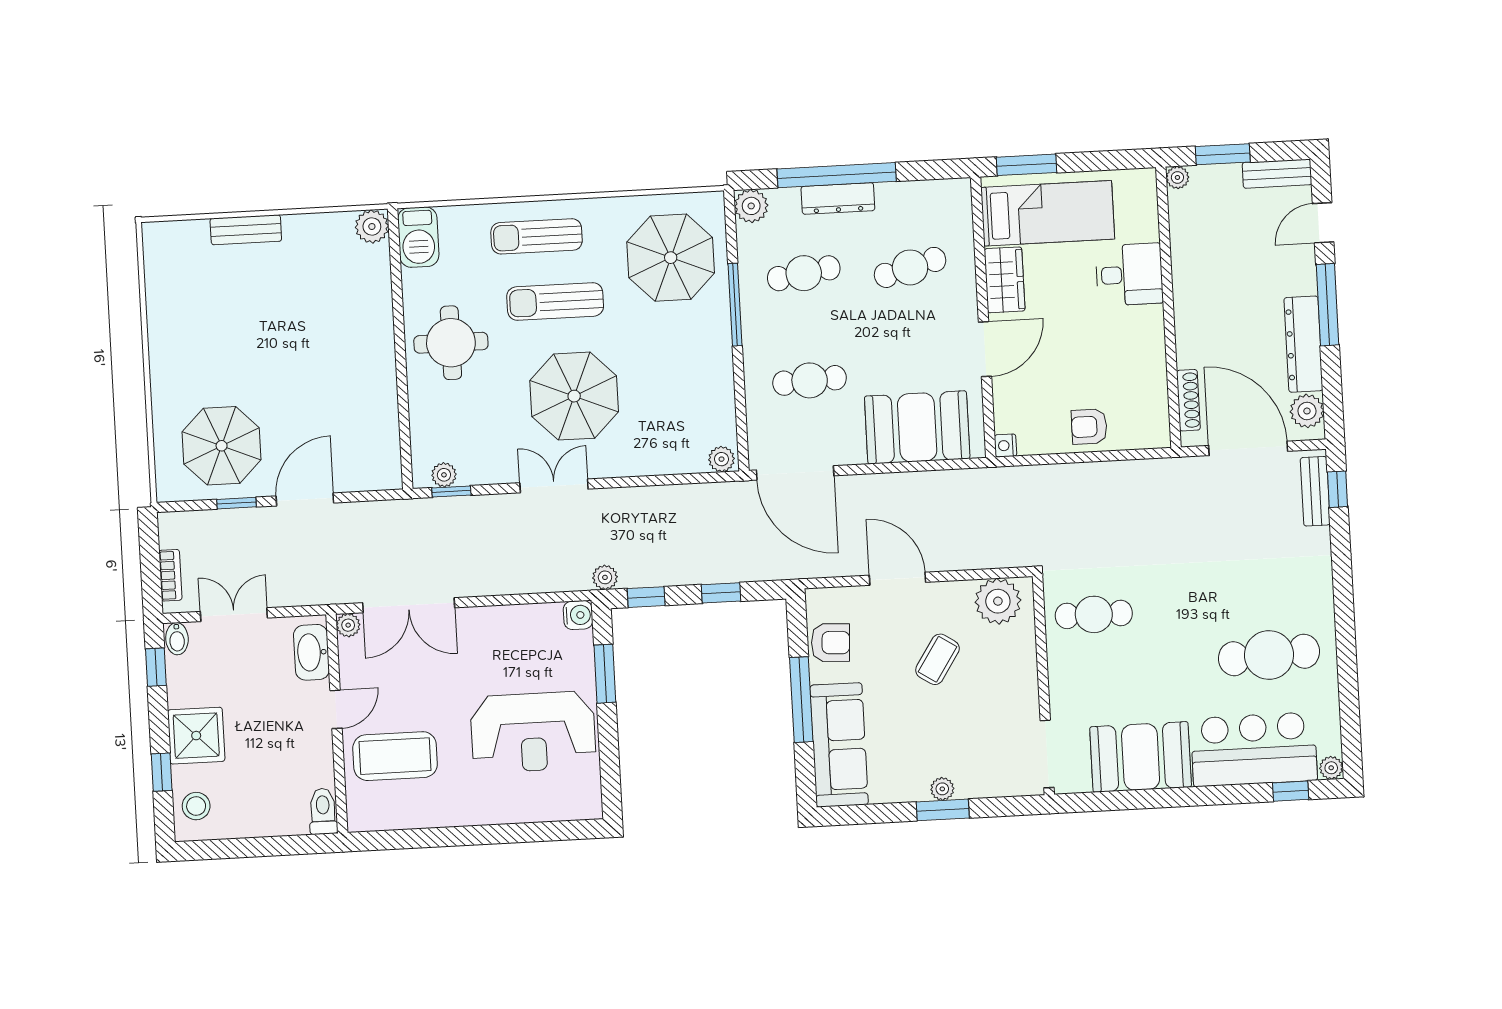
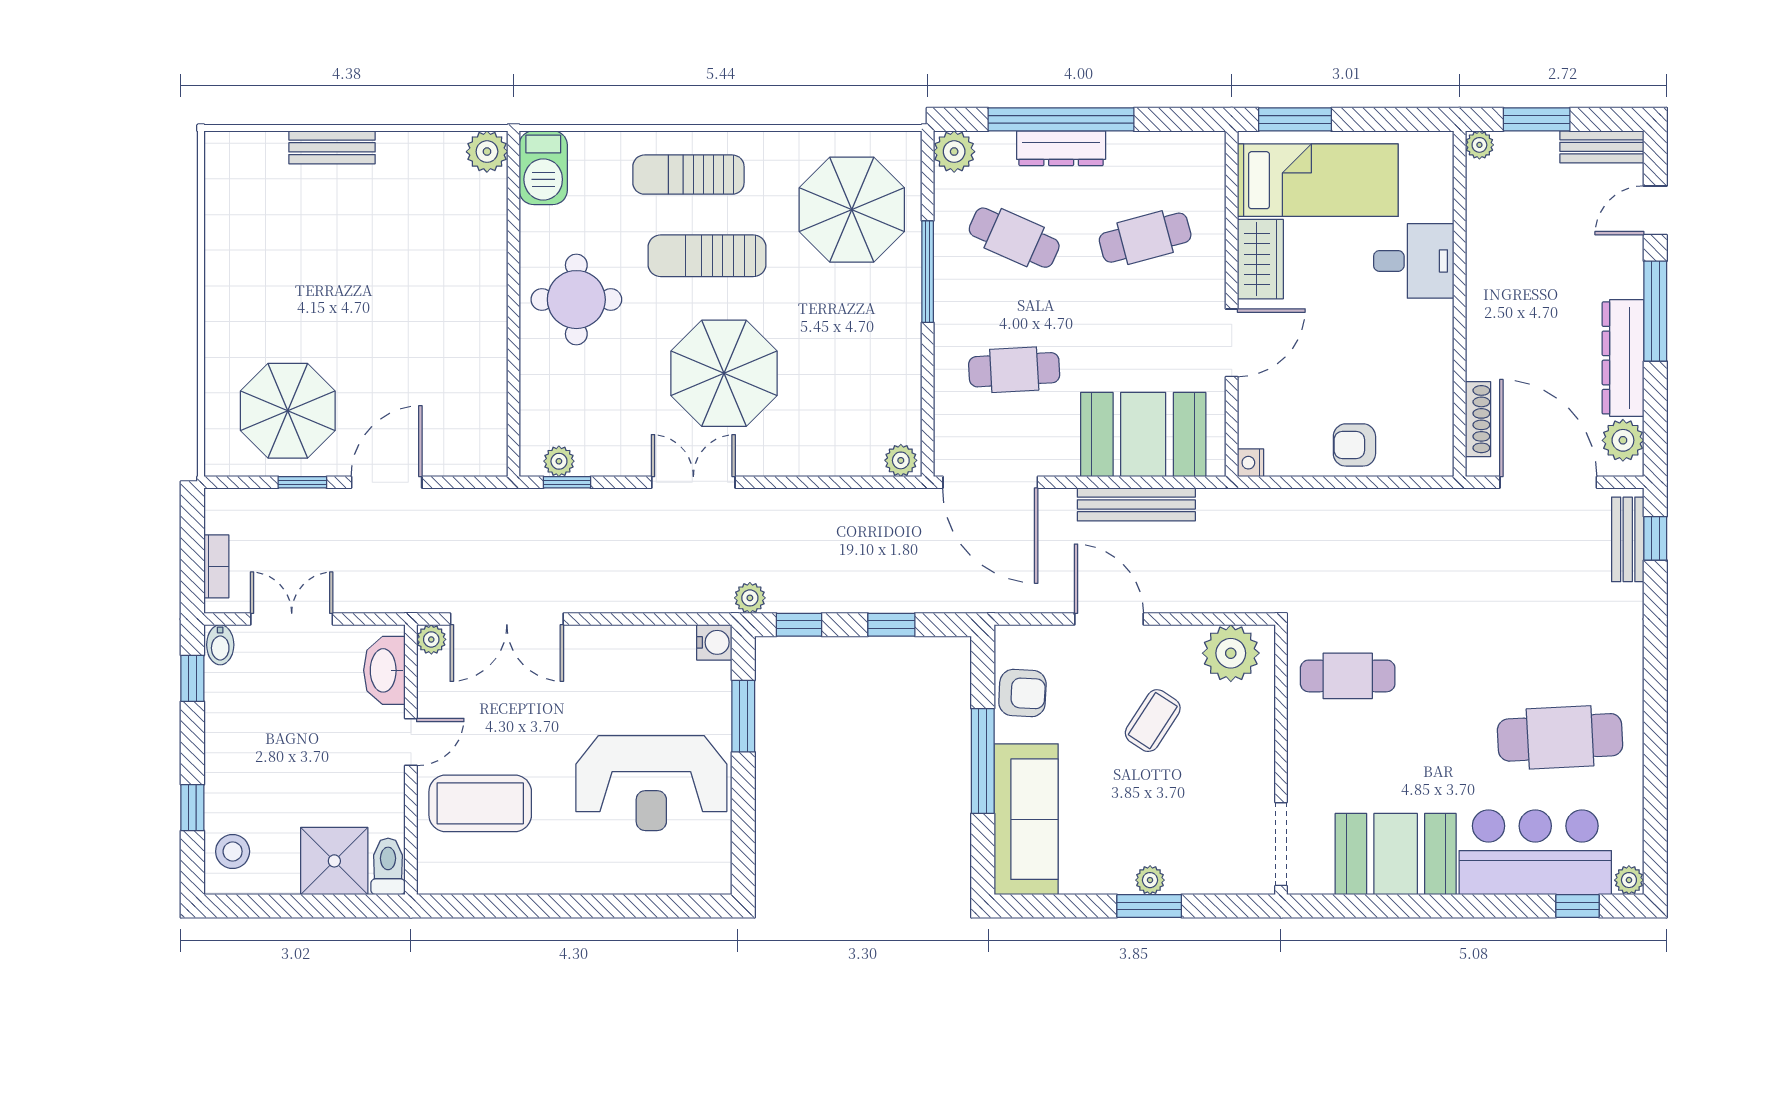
cafe table: (804, 273) -> (1014, 238), turned 33
bench: (915, 485) -> (1136, 504), added
shower: (196, 736) -> (334, 861), moved

